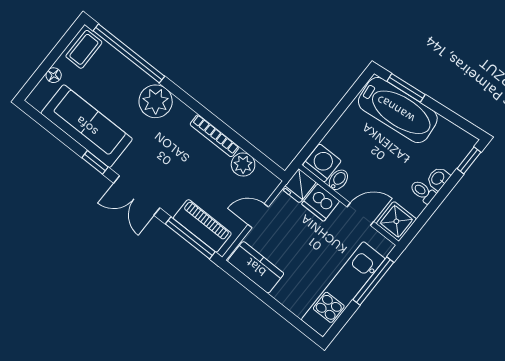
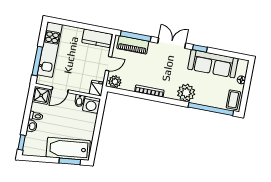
plant: (243, 165) -> (115, 82), moved
dishwasher: (321, 203) -> (82, 85), removed

